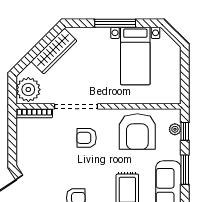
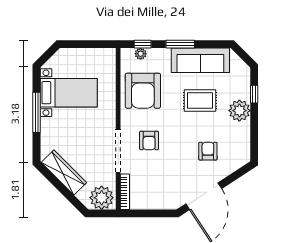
armchair: (137, 132) -> (143, 91), turned 90

